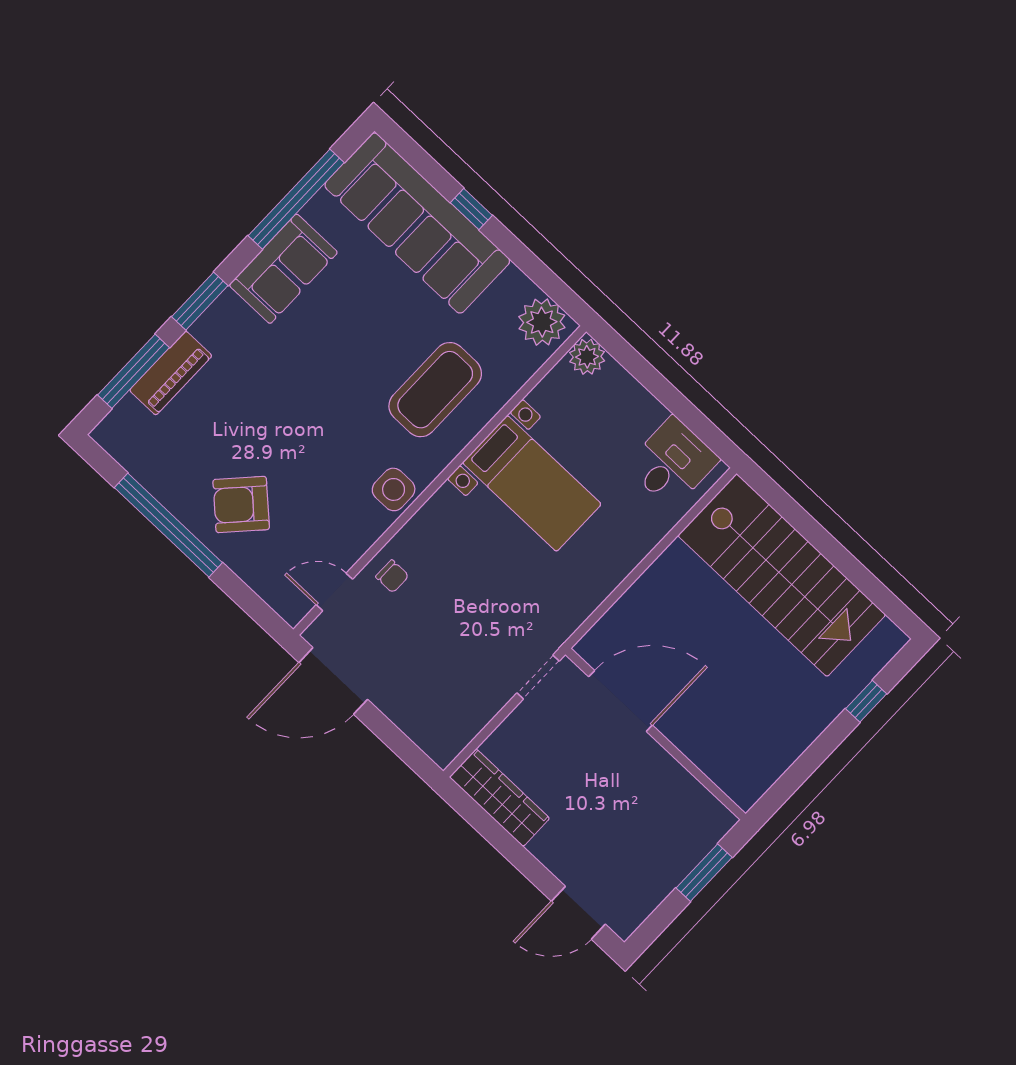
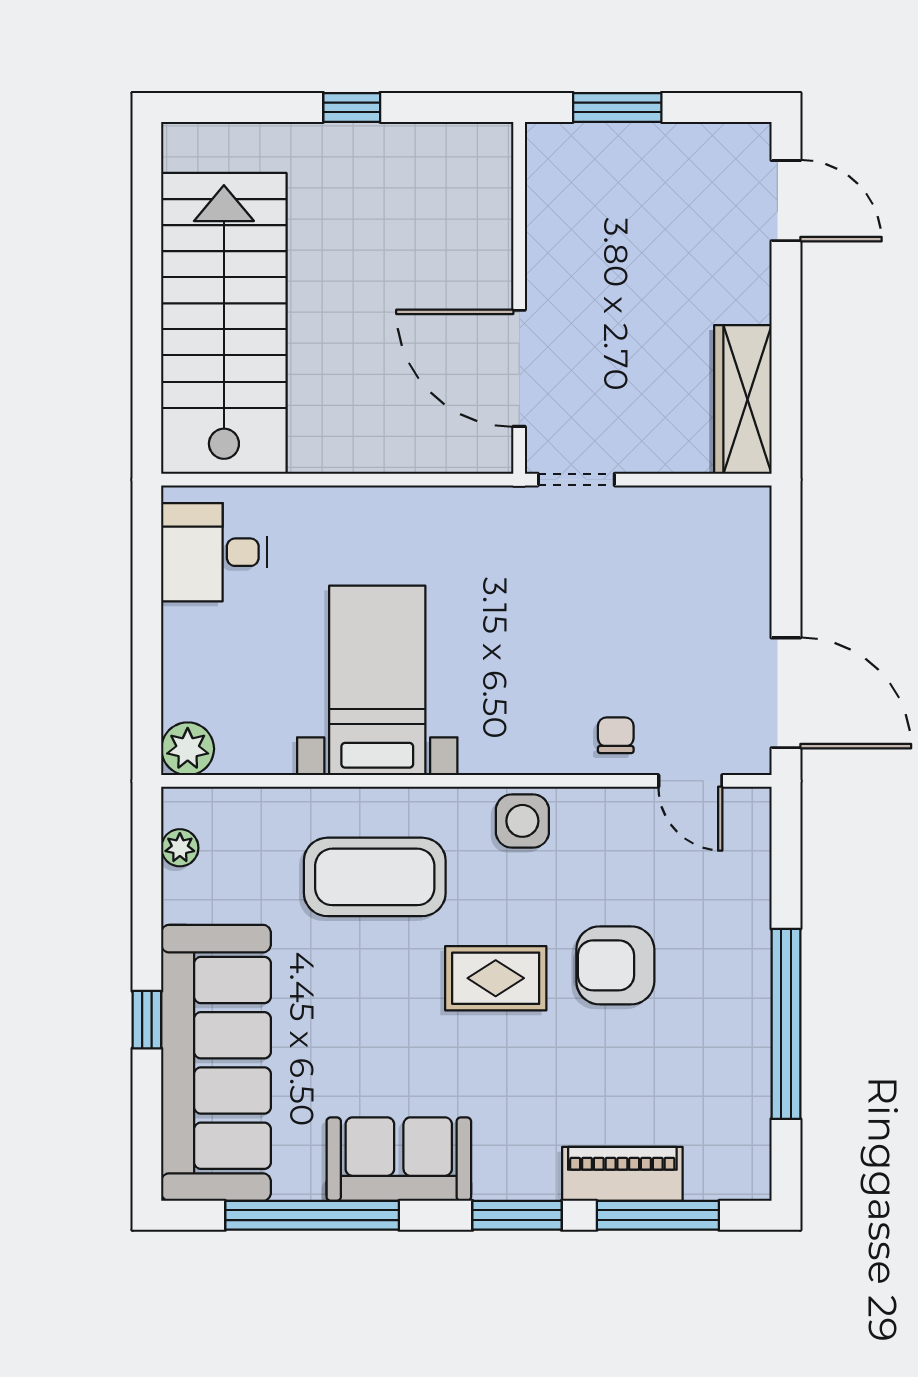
plant: (542, 322) -> (180, 848), width x0.53, depth x0.53
rug: (328, 402) -> (496, 978), added
armchair: (241, 504) -> (615, 965), moved, turned 137
window: (866, 701) -> (352, 107), moved

